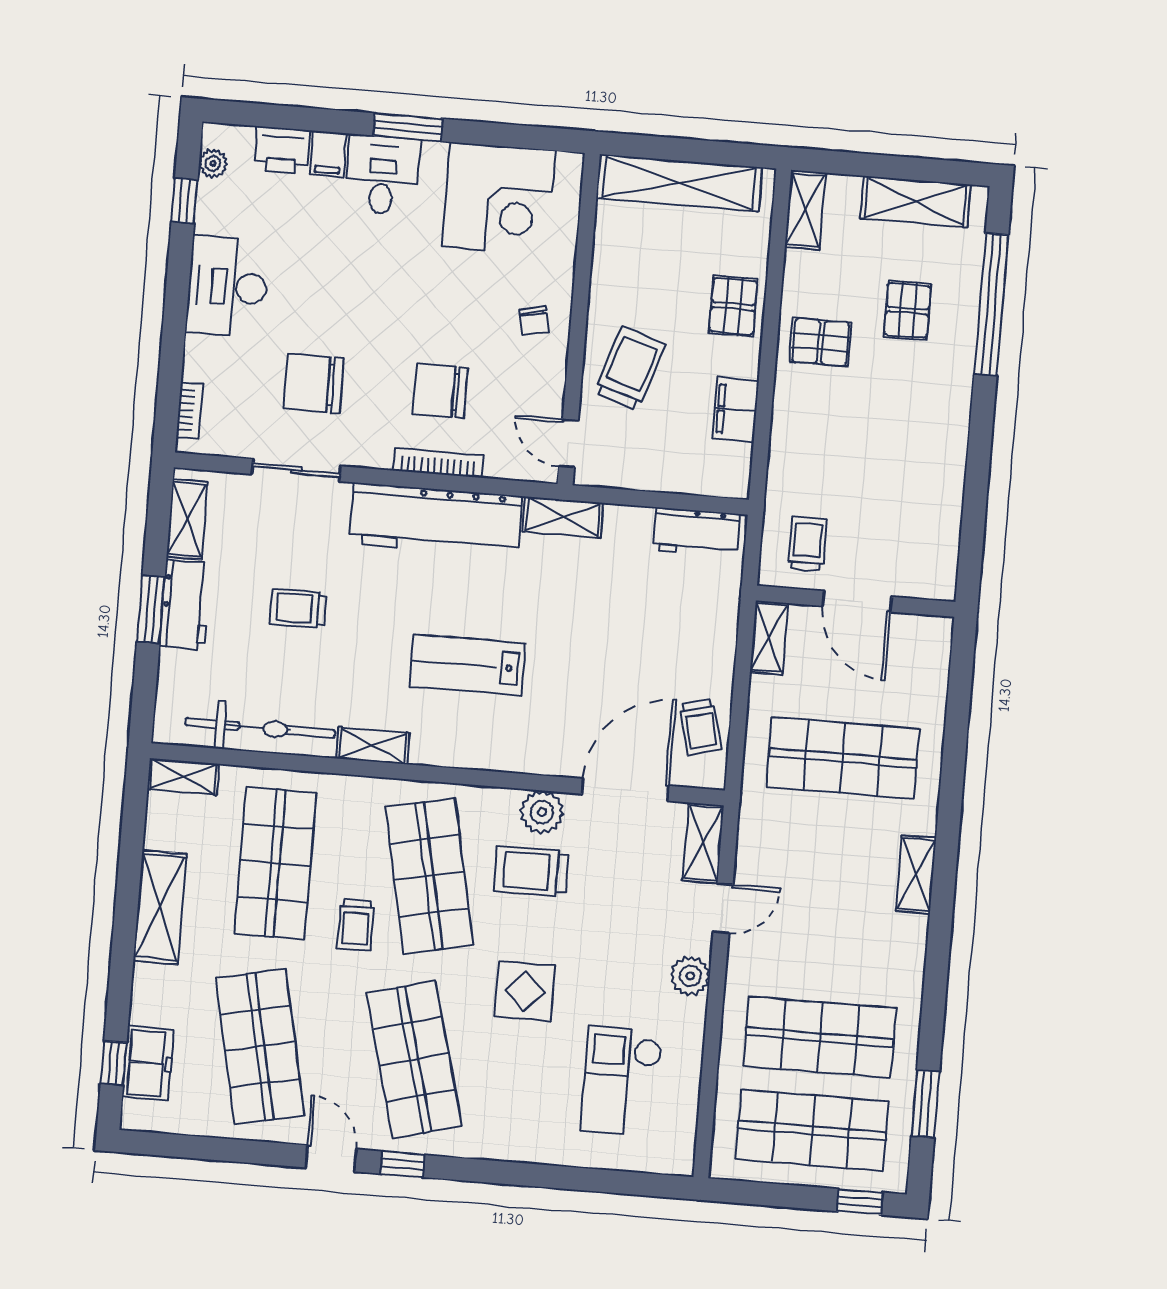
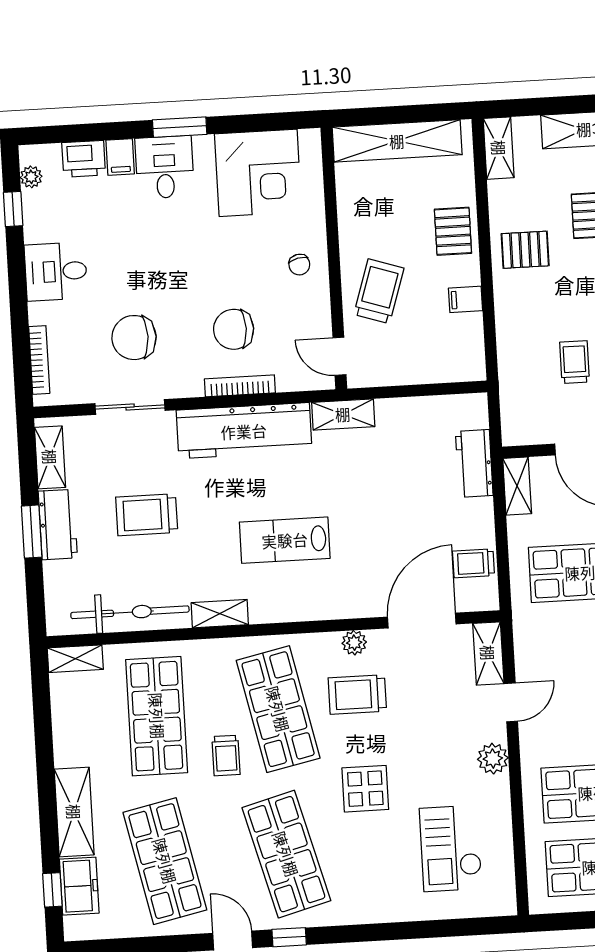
desk: (227, 287) -> (56, 271), width x0.73
bookcase: (189, 410) -> (39, 360), width x1.56
filing cabinet: (736, 410) -> (466, 299), width x0.50
workbench: (696, 532) -> (474, 463), moved, turned 90
trolley: (807, 544) -> (575, 362), moved
trolley: (298, 608) -> (147, 515), width x1.36, depth x1.39
trolley: (700, 727) -> (474, 563), turned 104
plant: (542, 812) -> (354, 643), width x0.73, depth x0.73
shelving: (160, 907) -> (74, 812), moved

